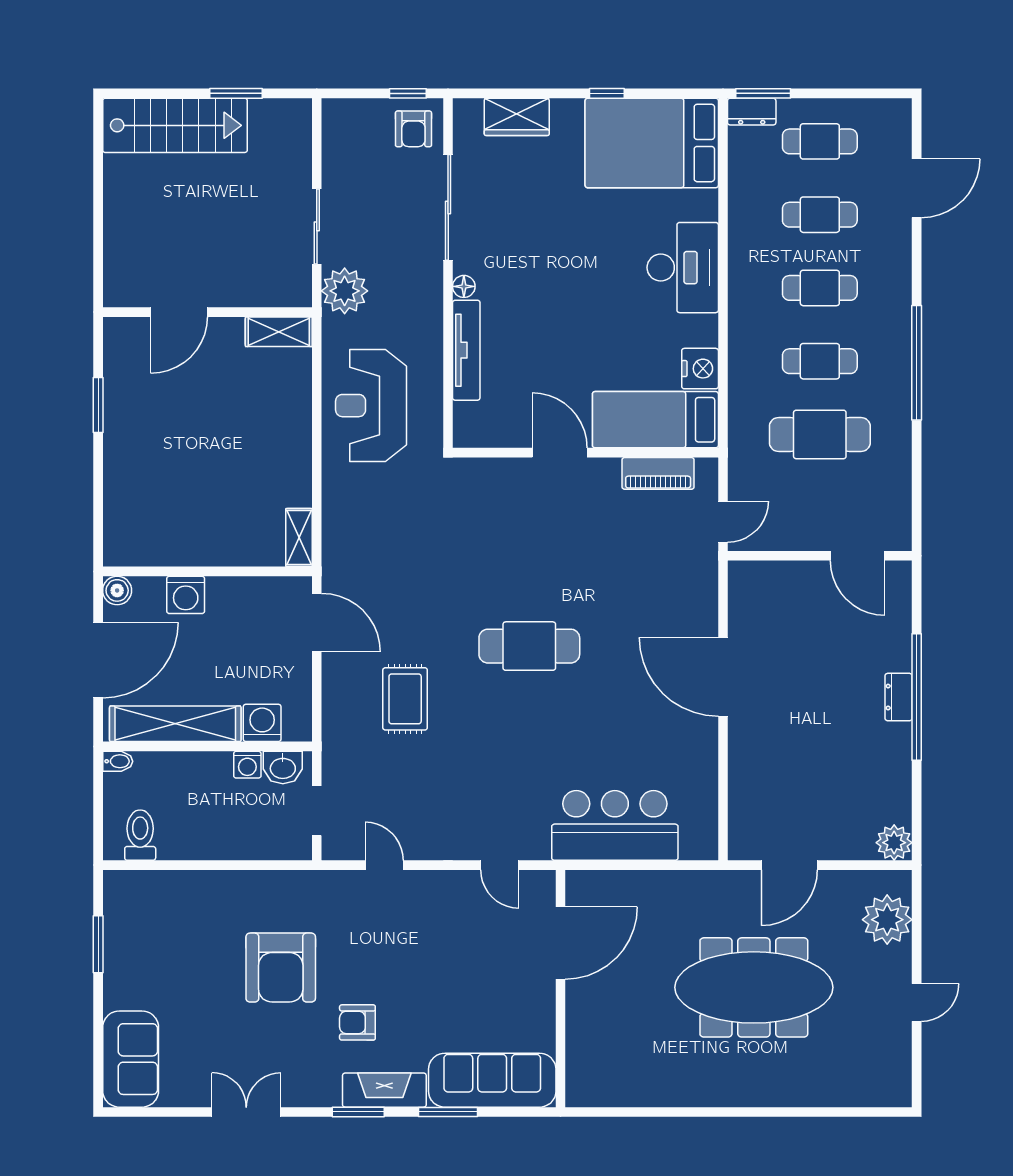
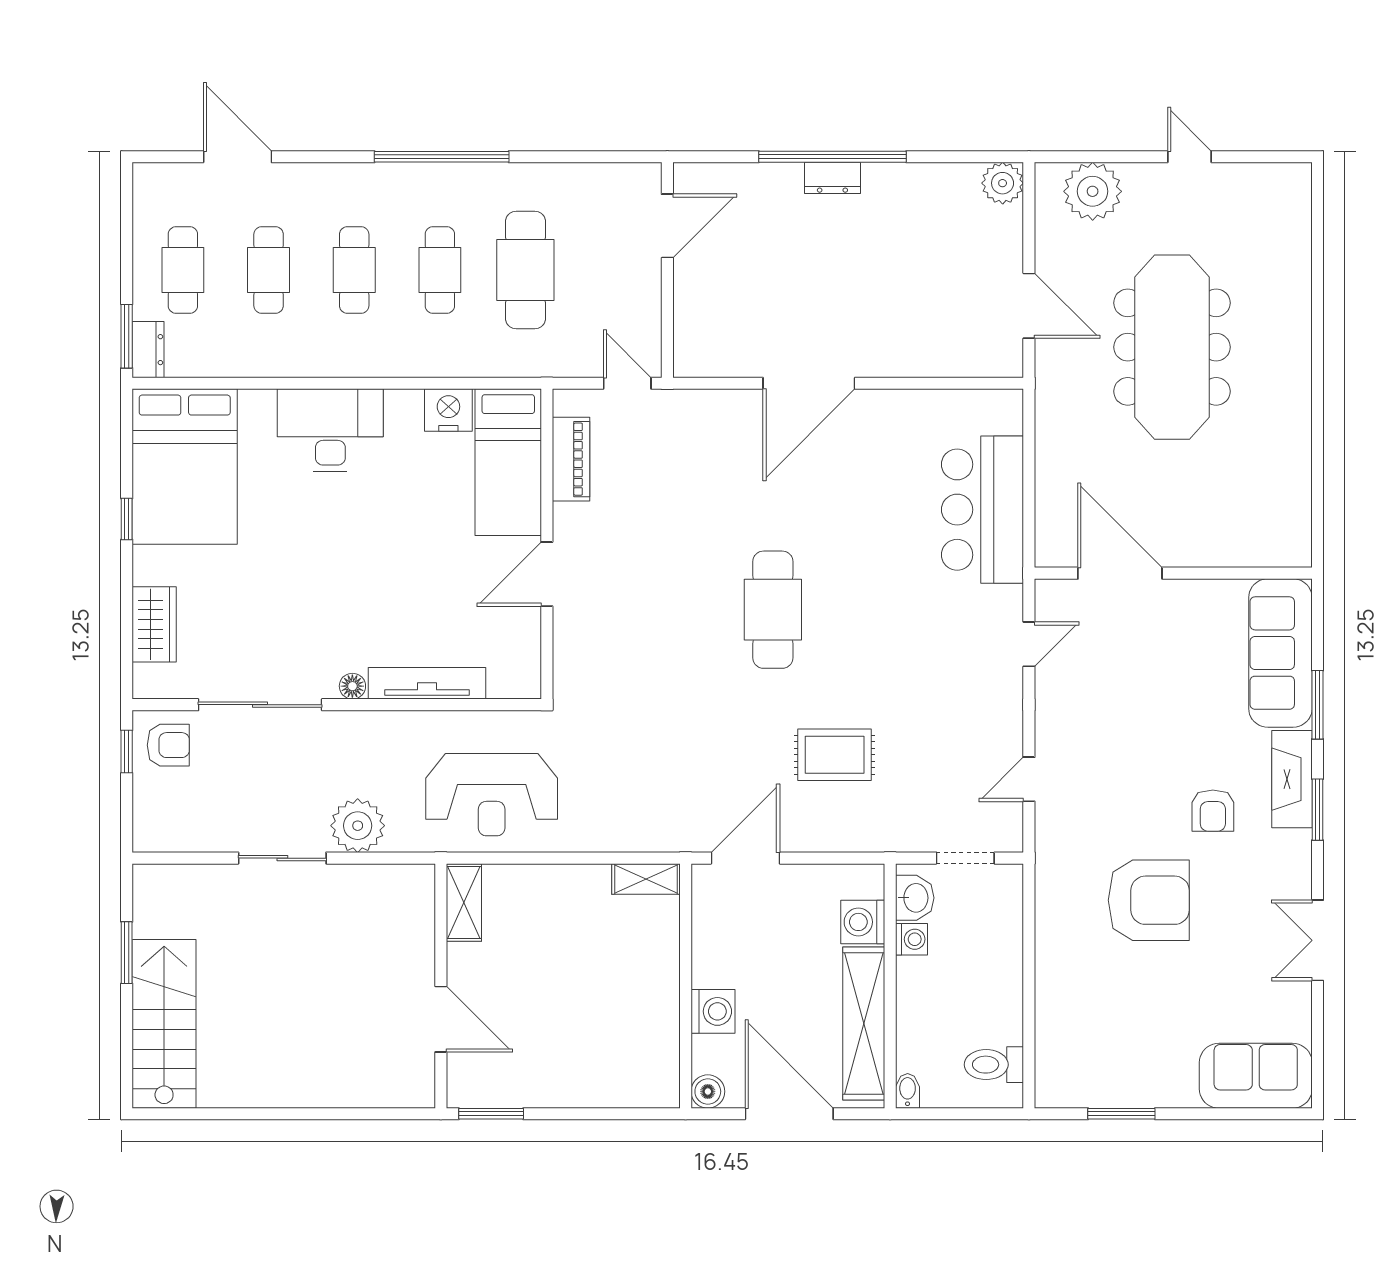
door: (179, 312) -> (441, 1019), moved
wall: (207, 312) -> (441, 986), moved
shelving: (279, 332) -> (464, 902), moved

